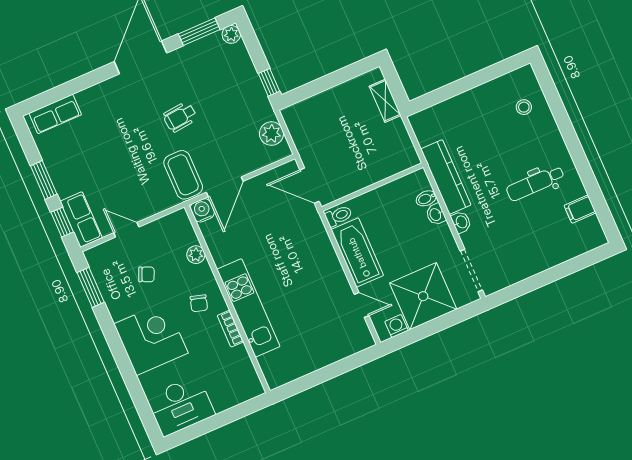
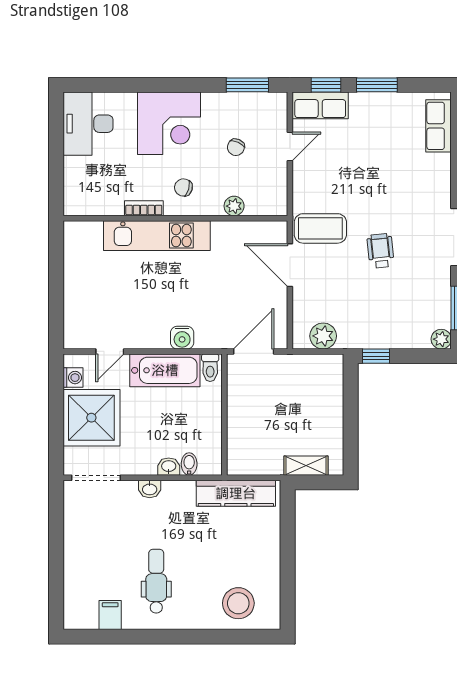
stool: (524, 107) -> (238, 603), width x1.89, depth x1.89
kitchen counter: (446, 177) -> (236, 493), moved
water cooler: (202, 210) -> (182, 338), moved, turned 90

